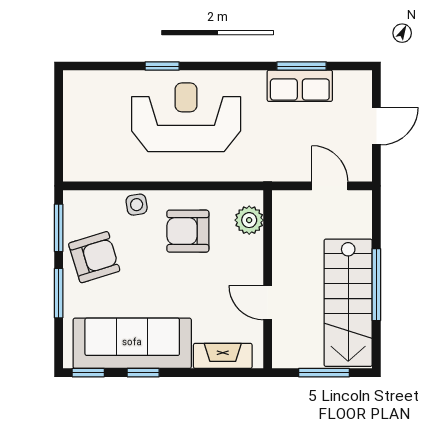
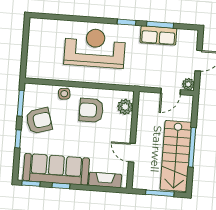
window: (162, 66) -> (127, 22), moved
plant: (361, 170) -> (188, 84), added
door: (330, 186) -> (171, 91), swing flipped
window: (59, 293) -> (18, 139), width x0.67

